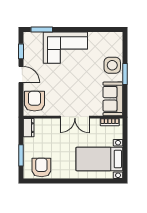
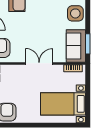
window: (125, 74) -> (88, 44), moved
double door: (75, 117) -> (39, 63), swing flipped

